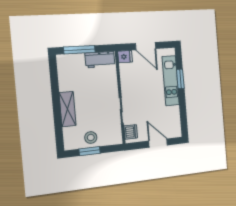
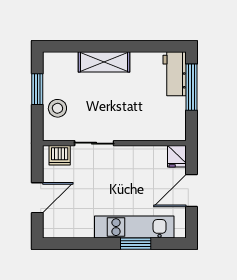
workbench: (100, 60) -> (175, 74), moved
stool: (91, 138) -> (57, 108), moved

